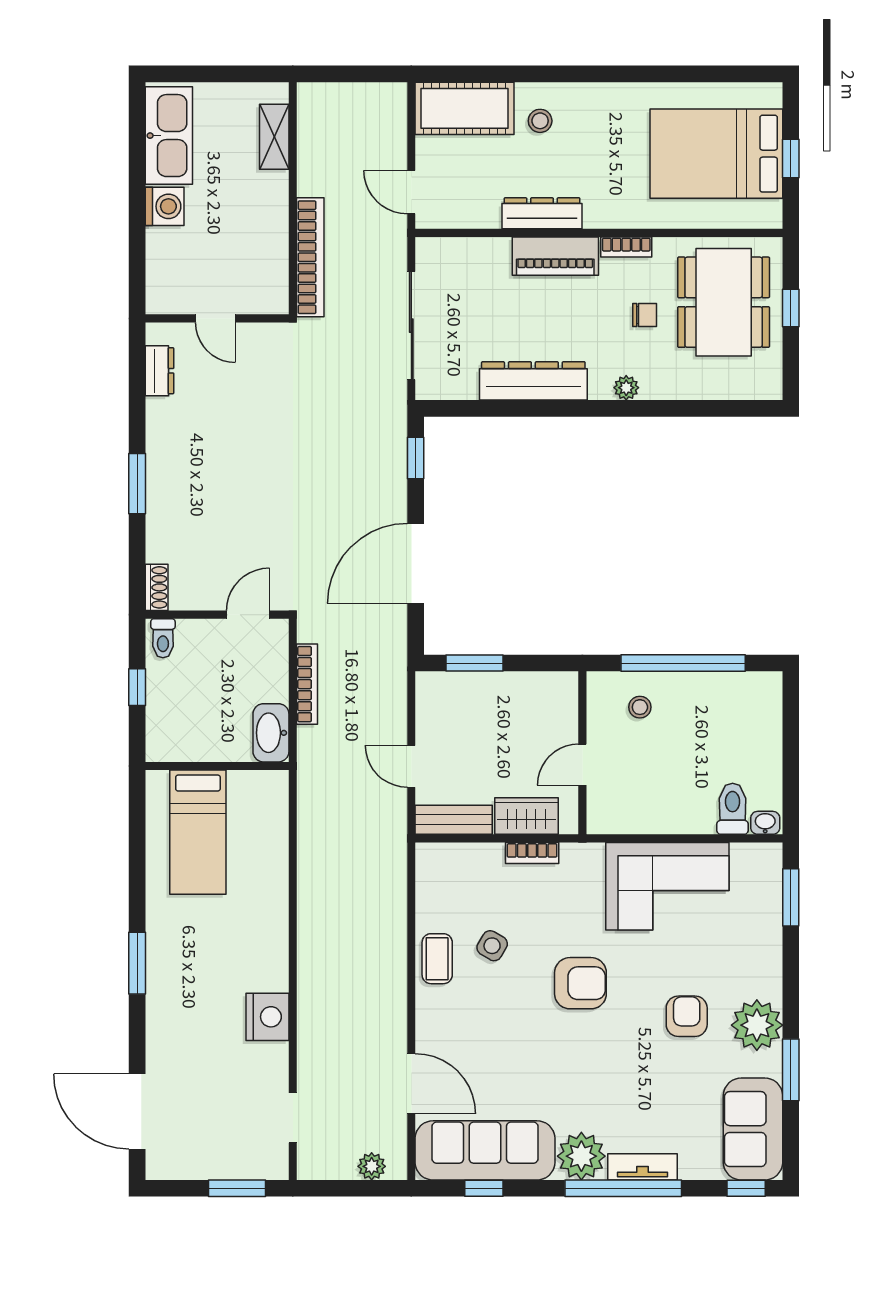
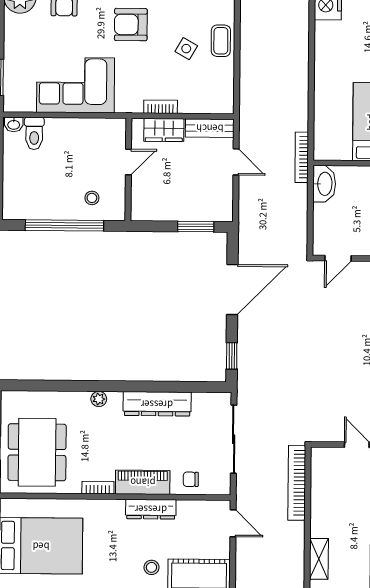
chair: (645, 315) -> (191, 479), moved
bookcase: (307, 684) -> (302, 157), moved

